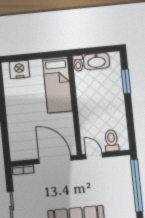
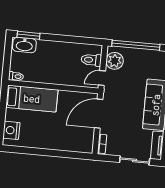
washbasin: (97, 61) -> (24, 45), moved, turned 90
window: (126, 81) -> (28, 35), moved
plant: (115, 166) -> (115, 61), added

